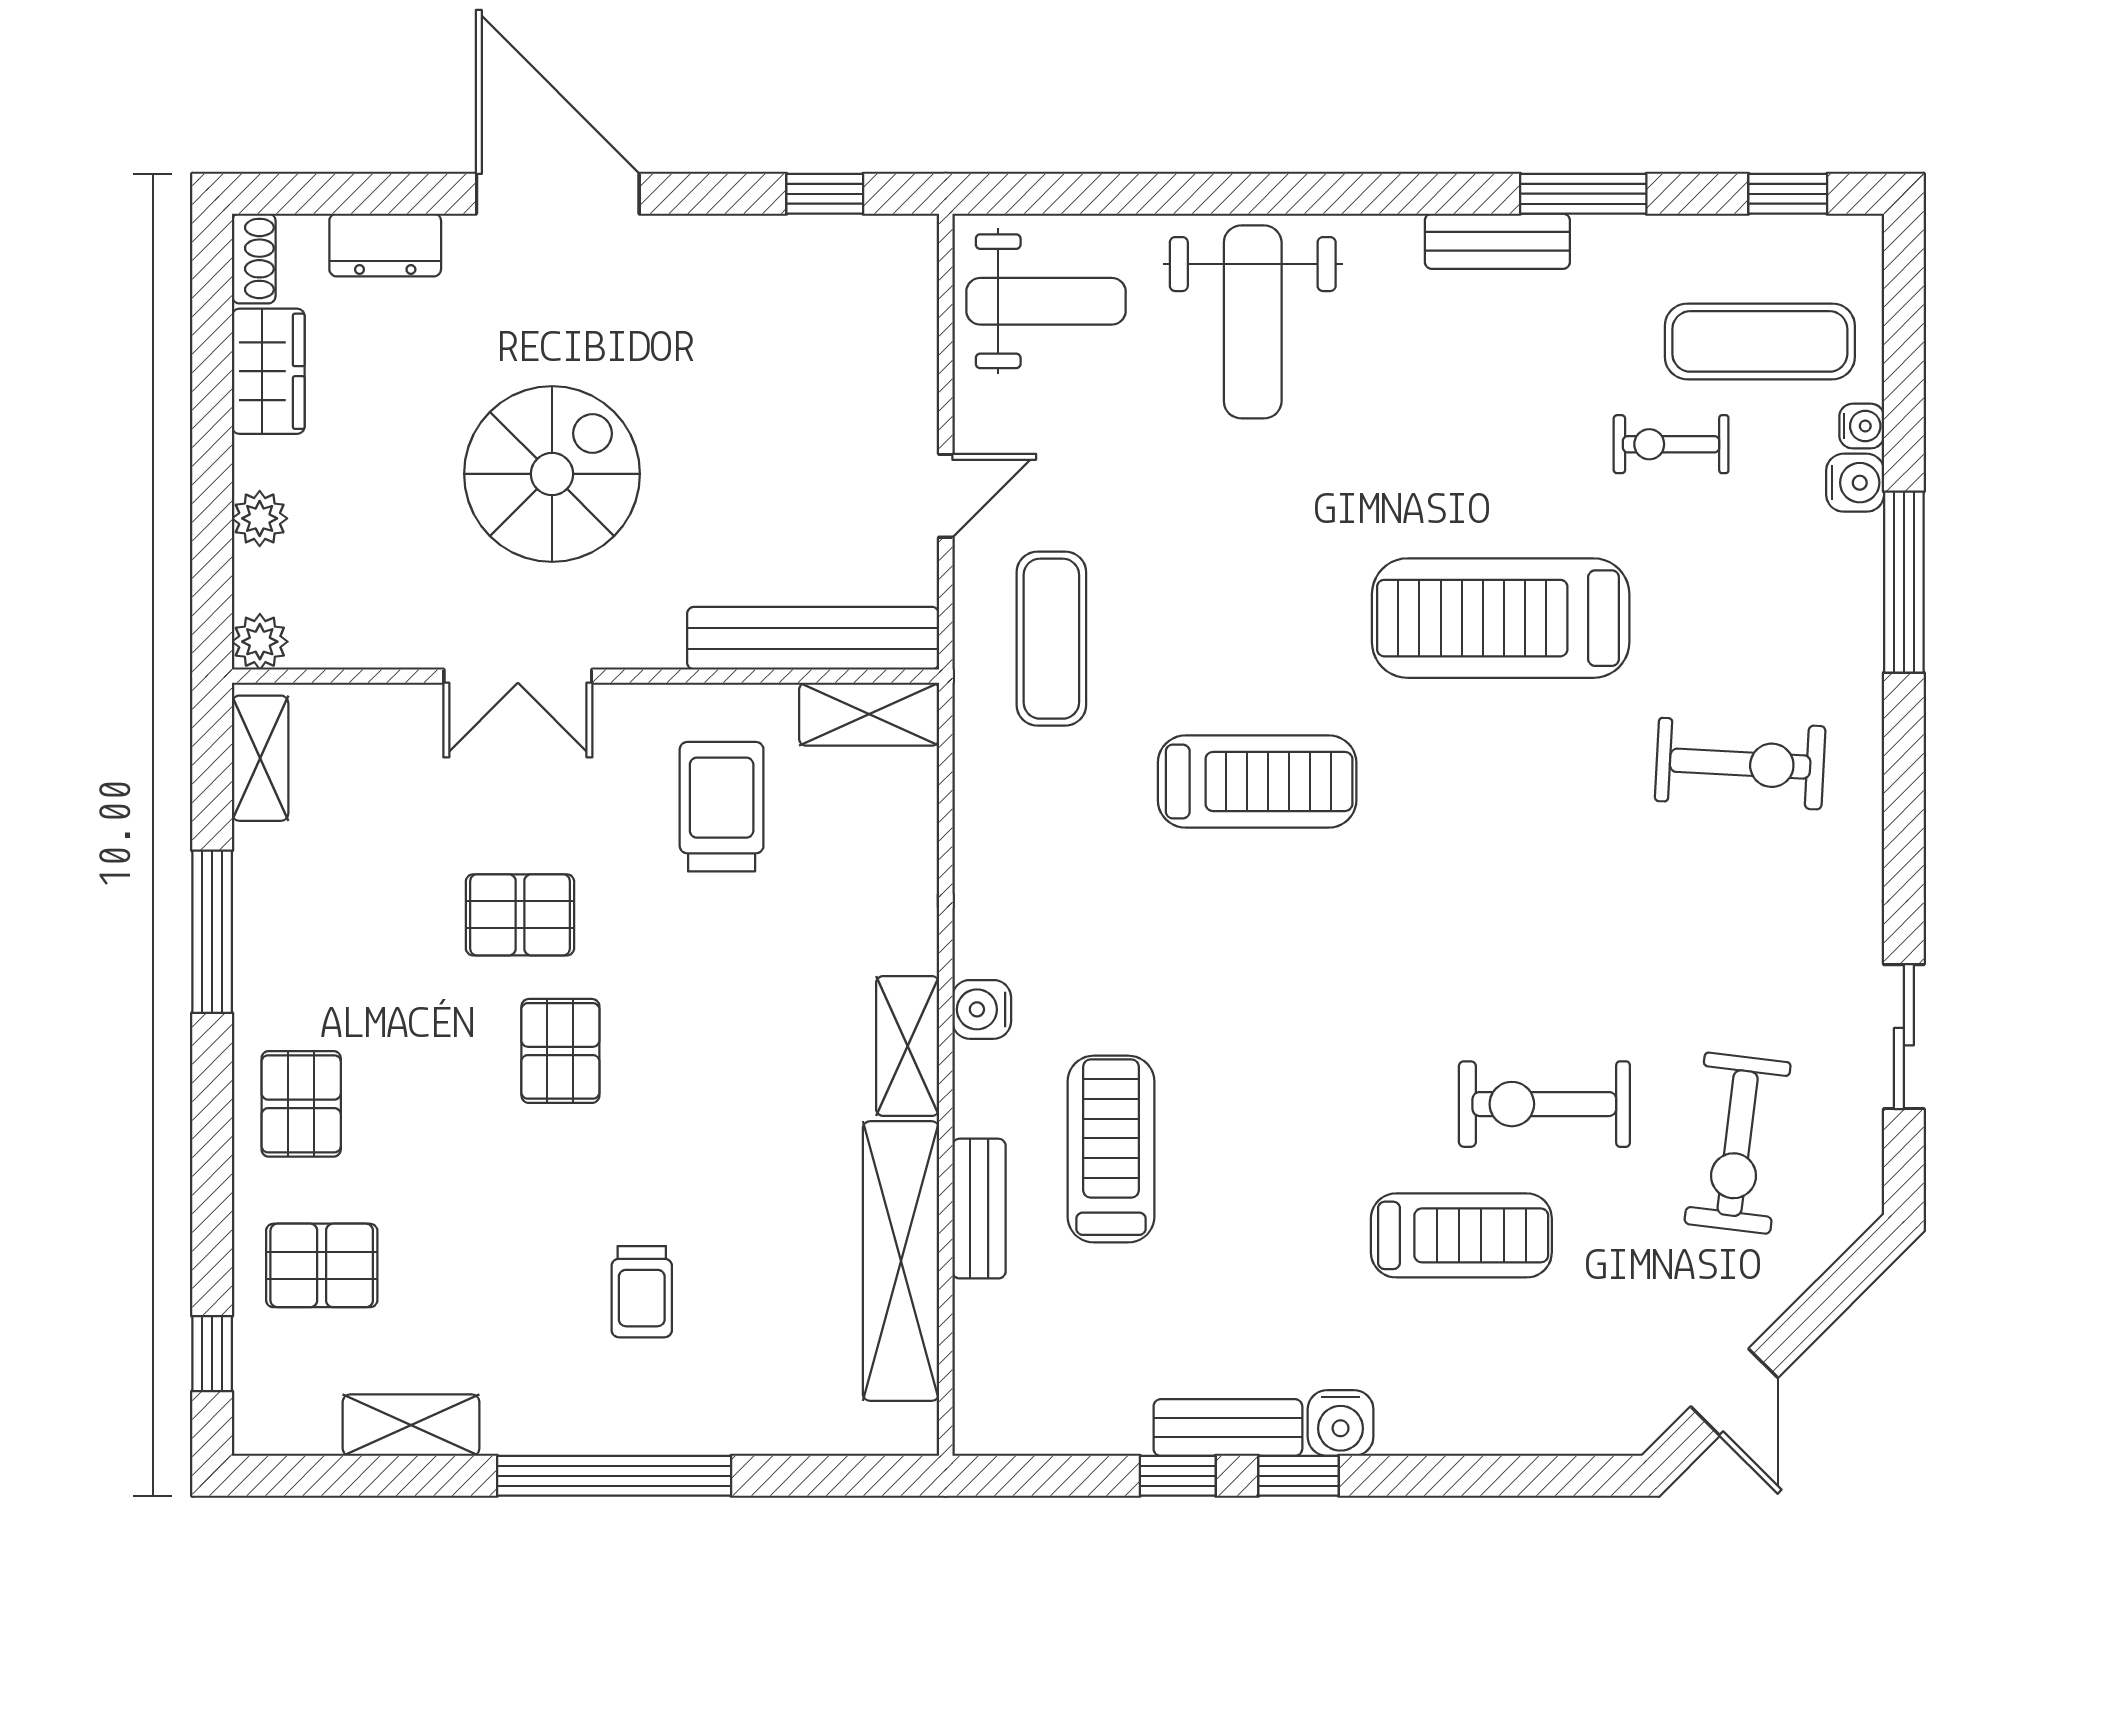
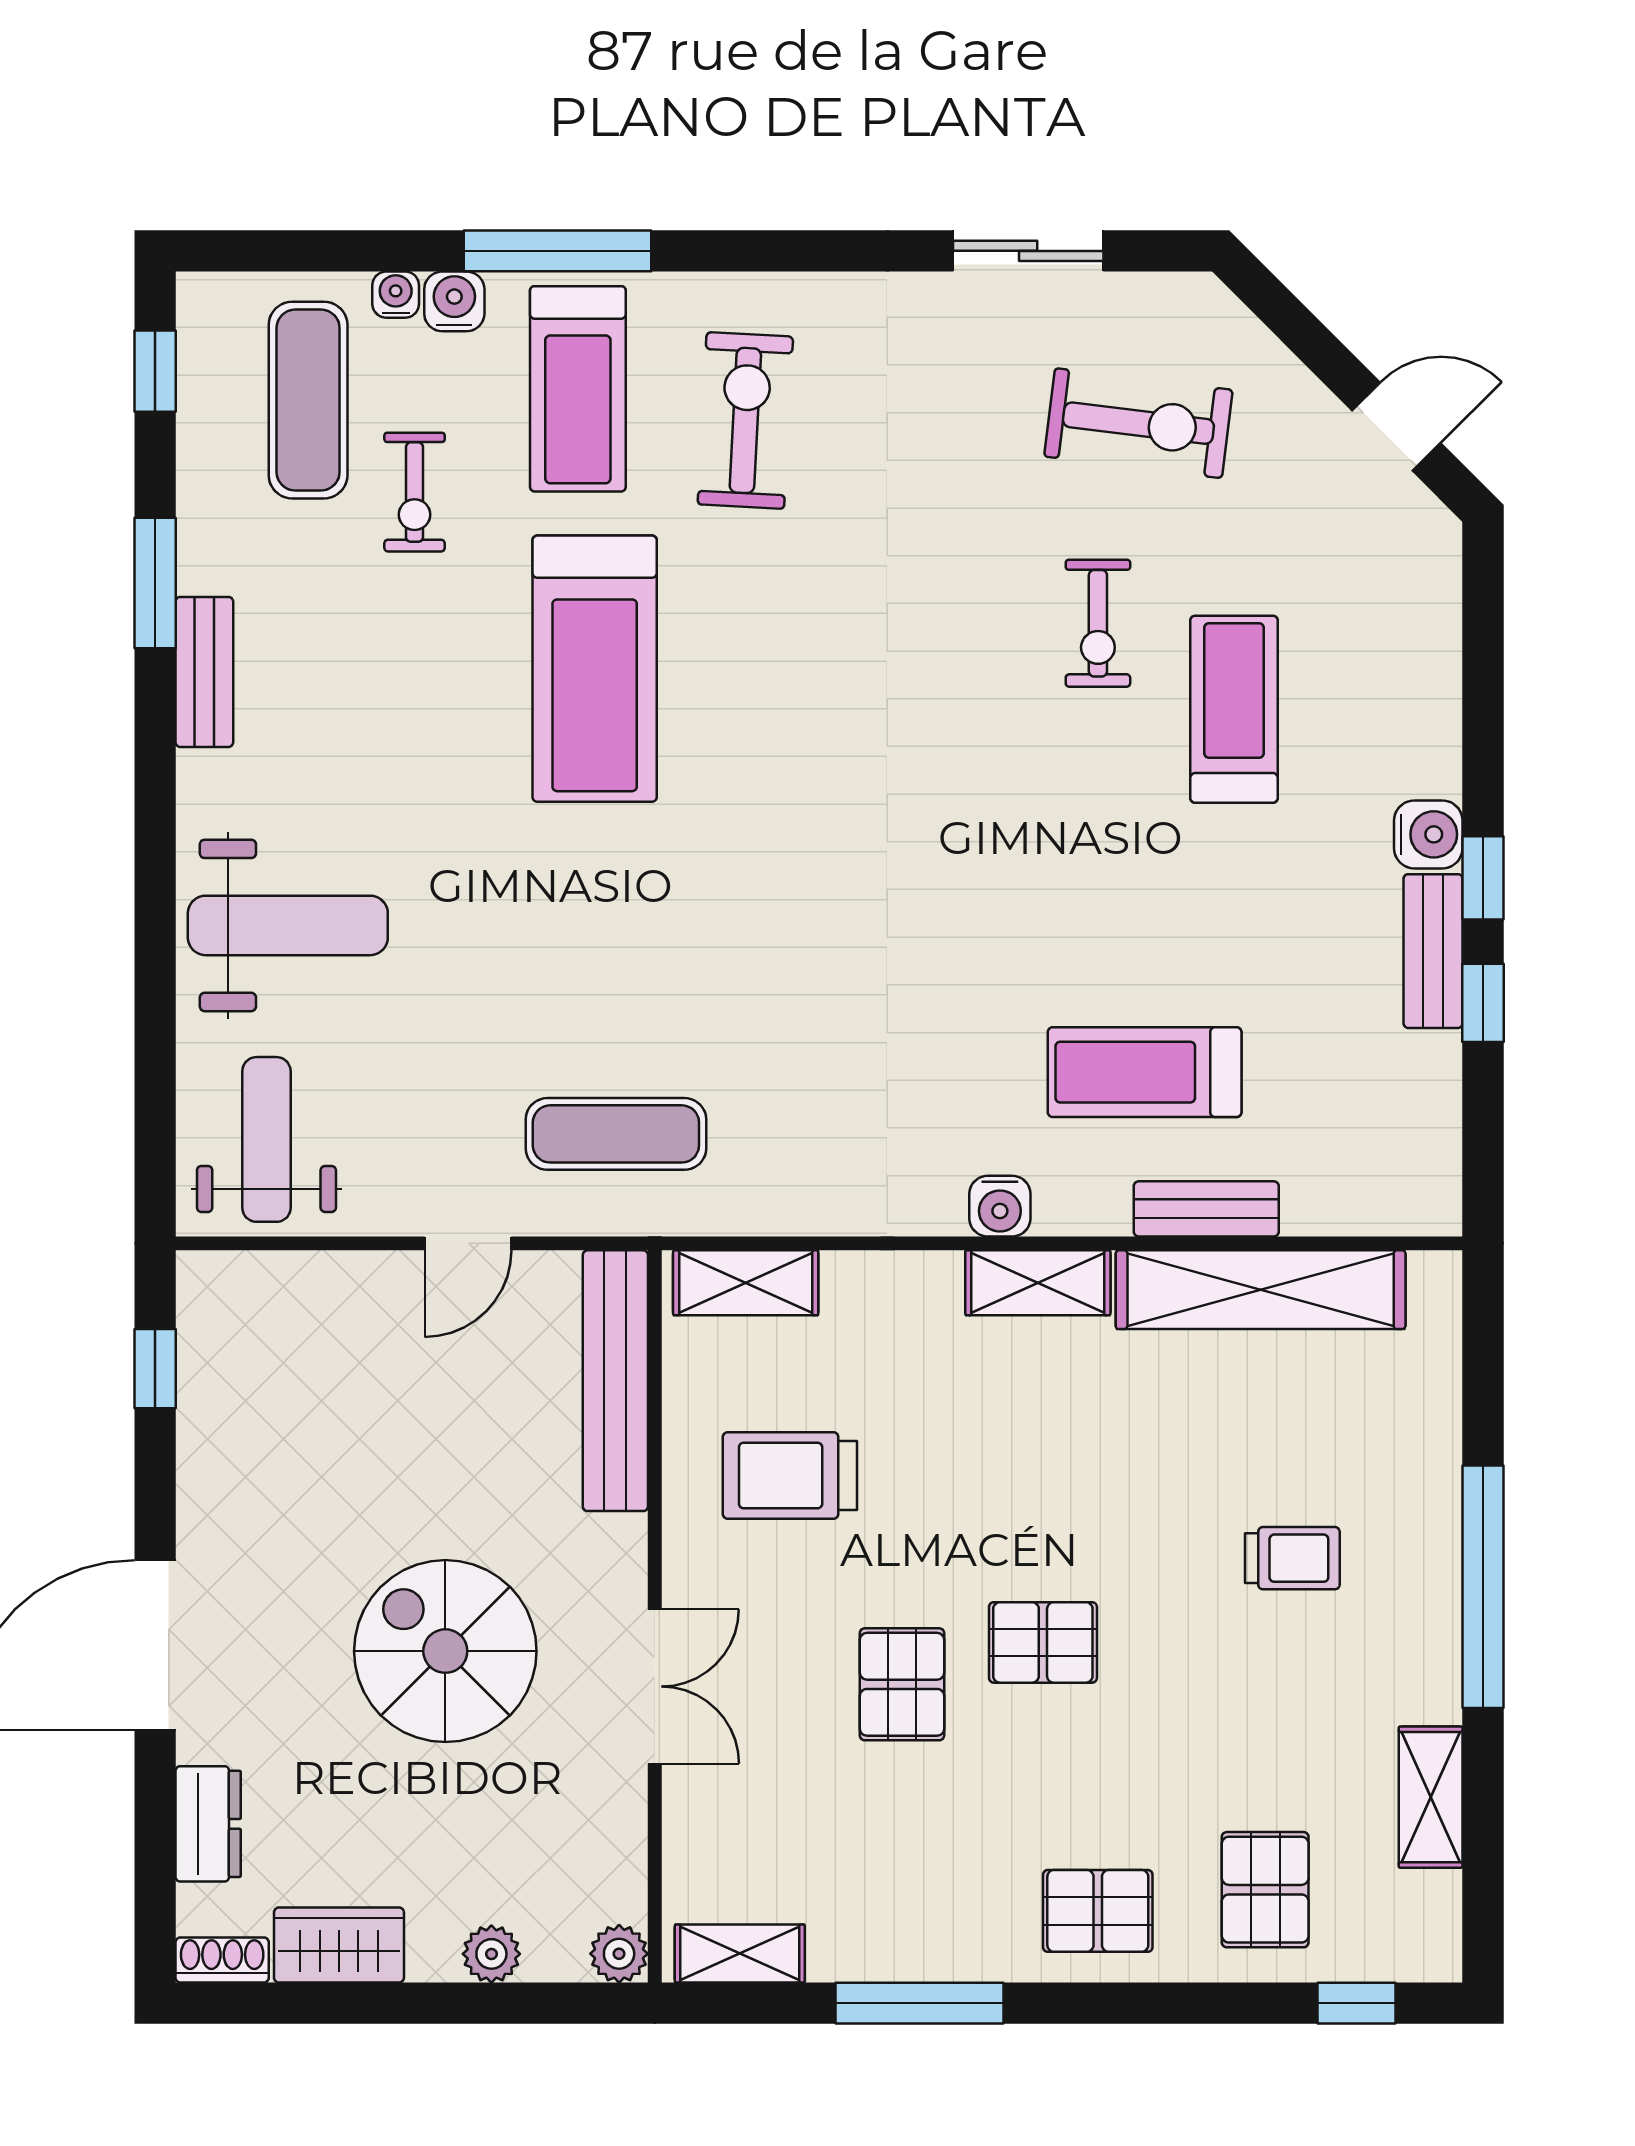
door: (946, 496) -> (468, 1243), swing flipped
shelving: (869, 714) -> (746, 1283), moved, turned 90
treadmill: (1257, 781) -> (578, 389), moved, turned 180
exercise bike: (1544, 1104) -> (1098, 623), width x0.73, depth x0.72

